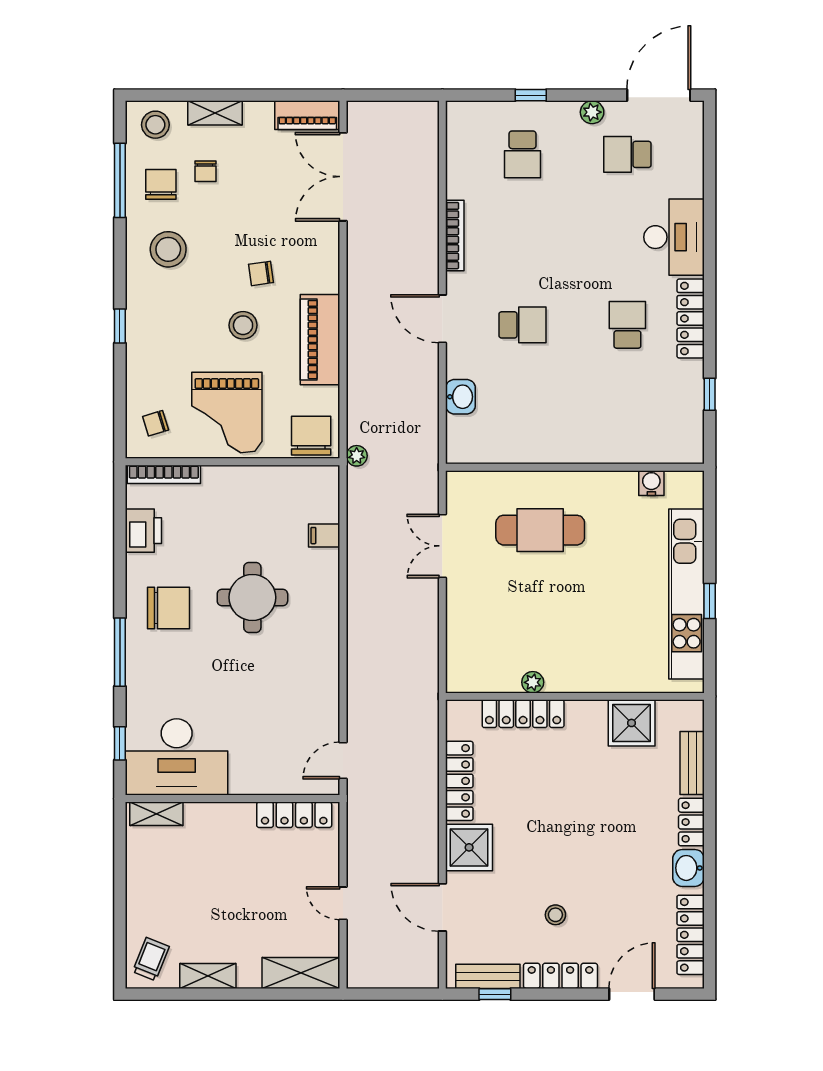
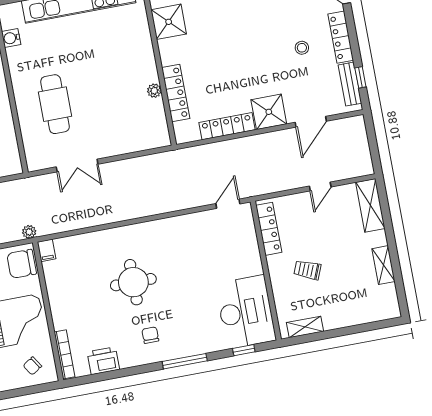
chair: (156, 423) -> (32, 366), turned 74
filing cabinet: (324, 536) -> (47, 250), moved
chair: (169, 608) -> (150, 335), width x0.54, depth x0.54
door: (343, 761) -> (228, 204), swing flipped
shelving: (156, 814) -> (305, 327), moved, turned 90
trolley: (151, 959) -> (307, 270), moved

